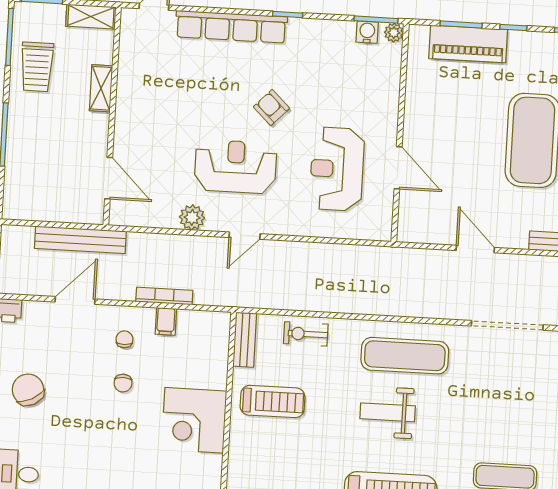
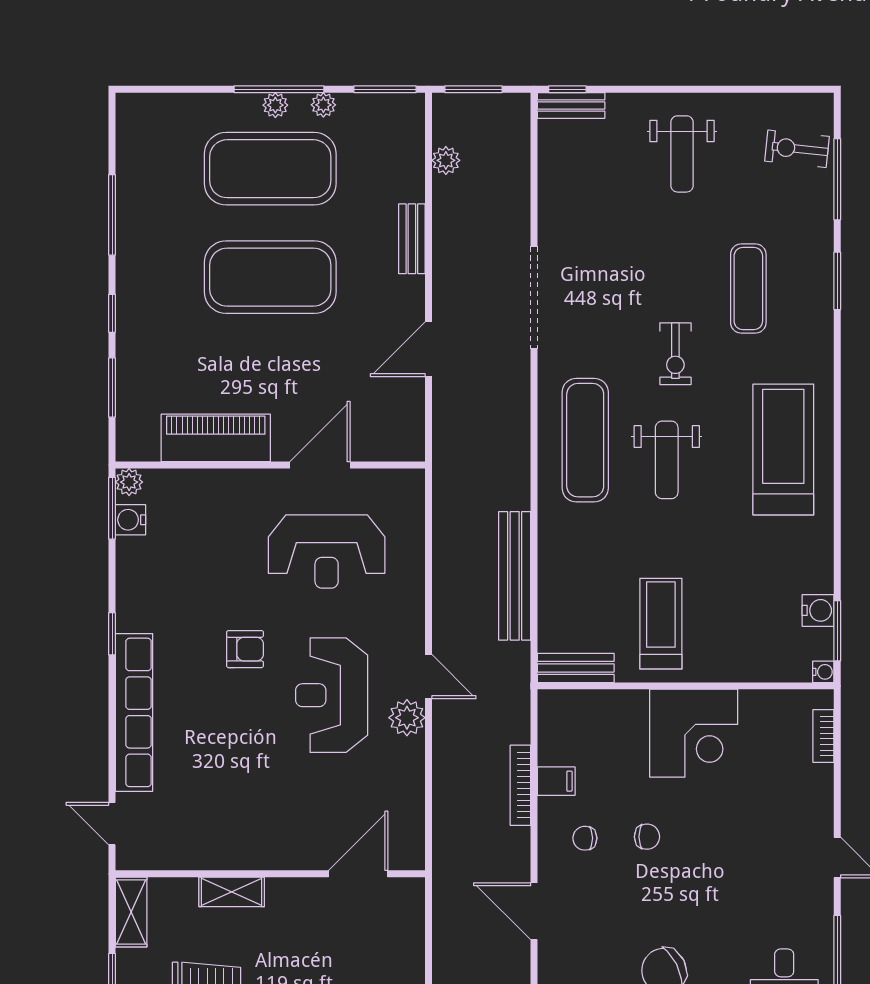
piano: (468, 44) -> (216, 438), moved, turned -90
armchair: (271, 108) -> (245, 649), turned -134
plant: (192, 217) -> (407, 718), moved
bench: (80, 240) -> (515, 576), moved
exercise bike: (306, 334) -> (675, 354), moved

